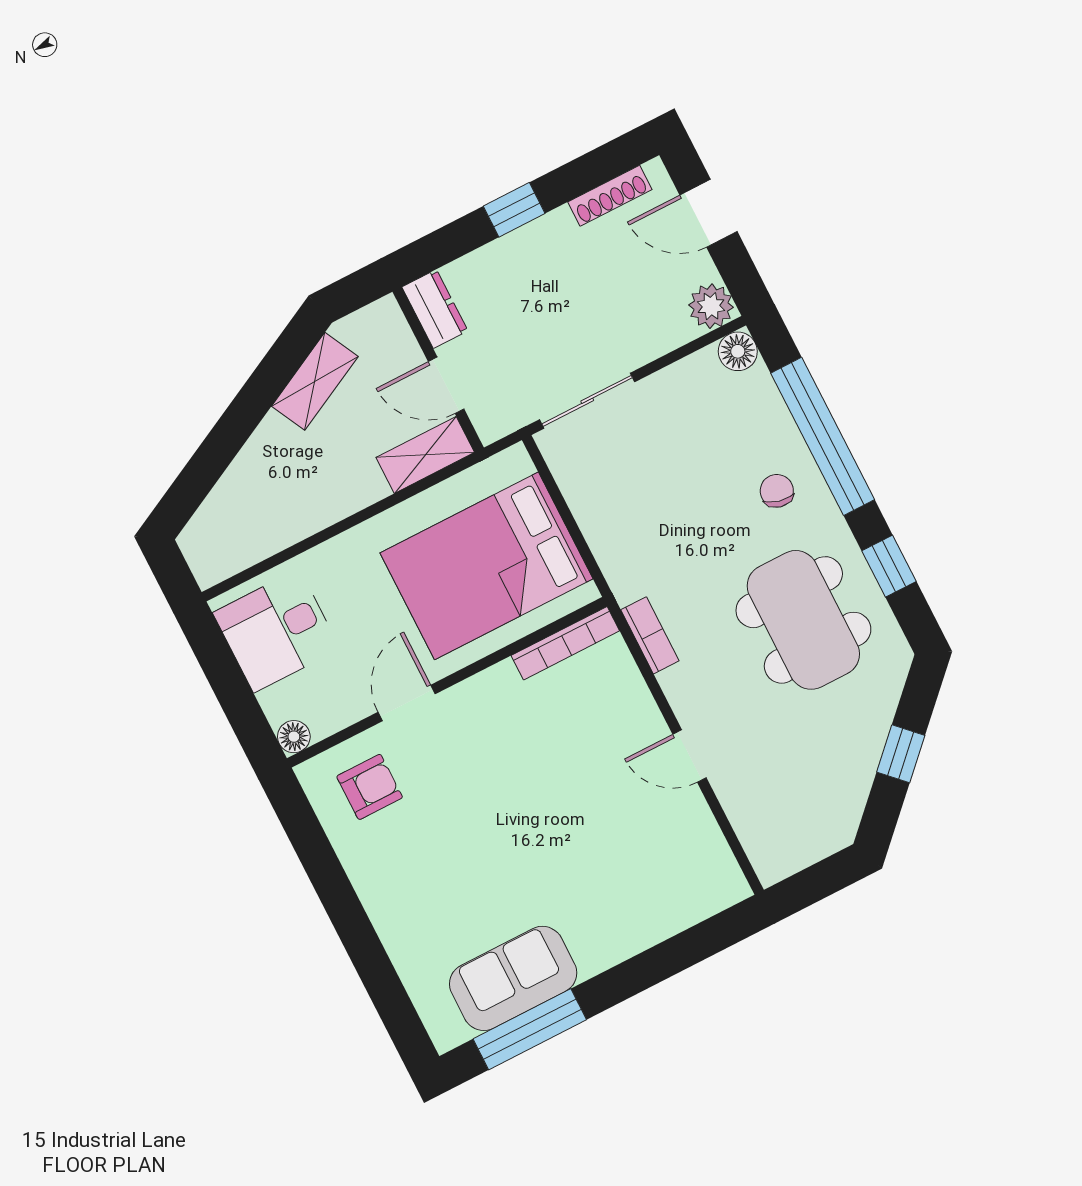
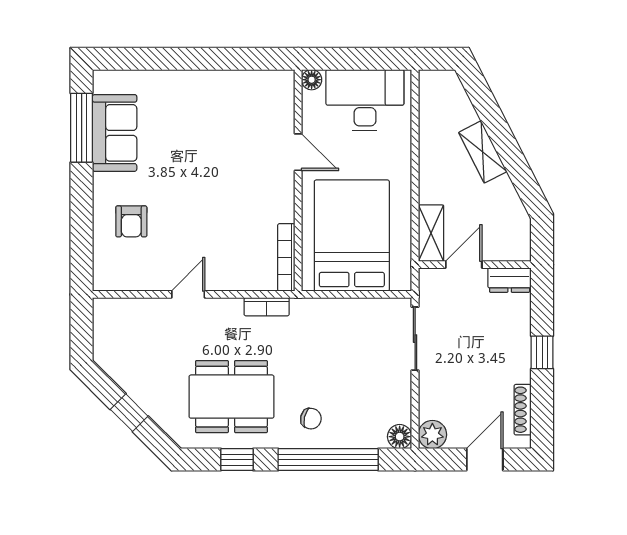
shelving: (315, 381) -> (483, 152), moved
desk: (276, 631) -> (365, 100), width x1.37
armchair: (370, 787) -> (131, 221), moved

